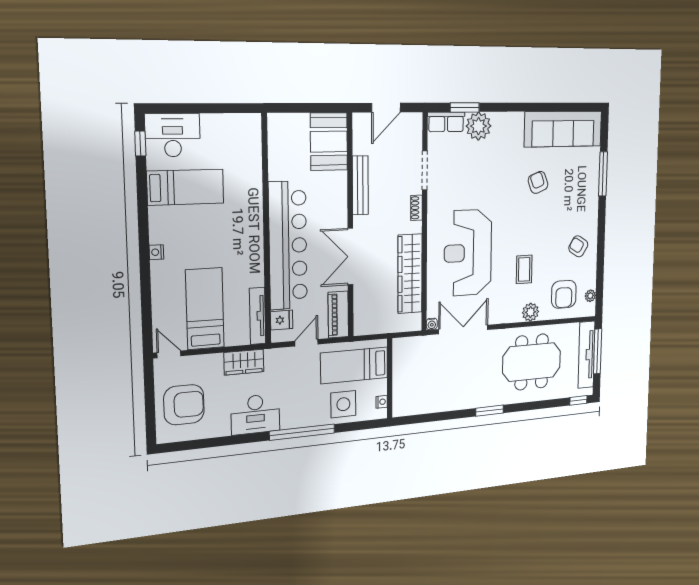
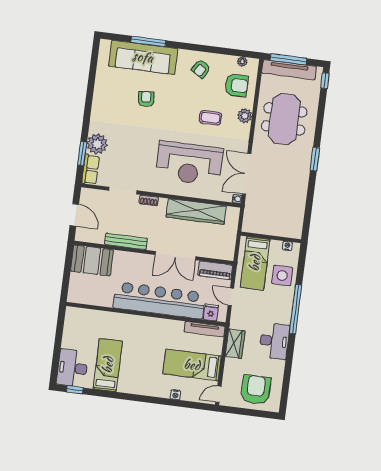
sofa: (563, 129) -> (143, 57), moved, turned 90
armchair: (538, 182) -> (146, 99), turned 106
nightstand: (156, 252) -> (175, 395), moved

